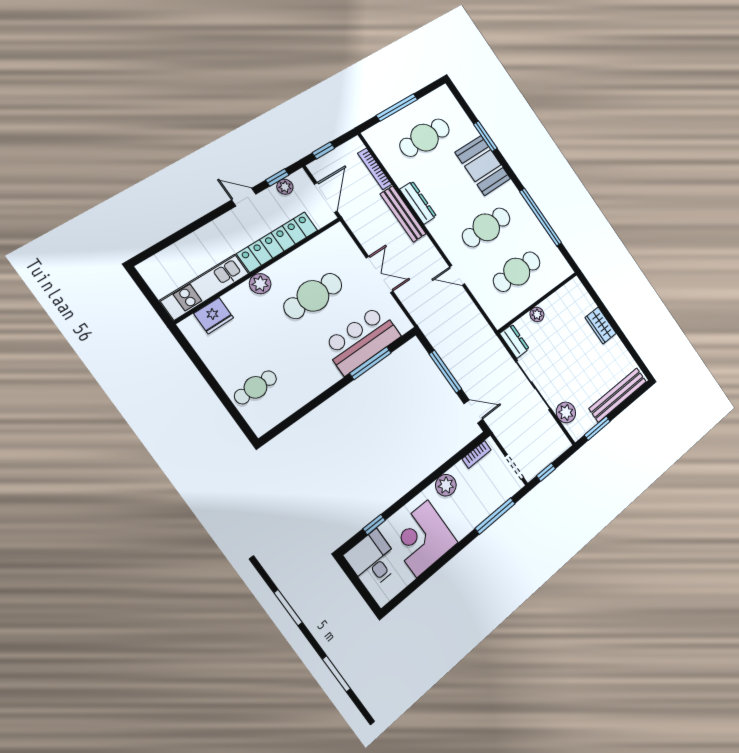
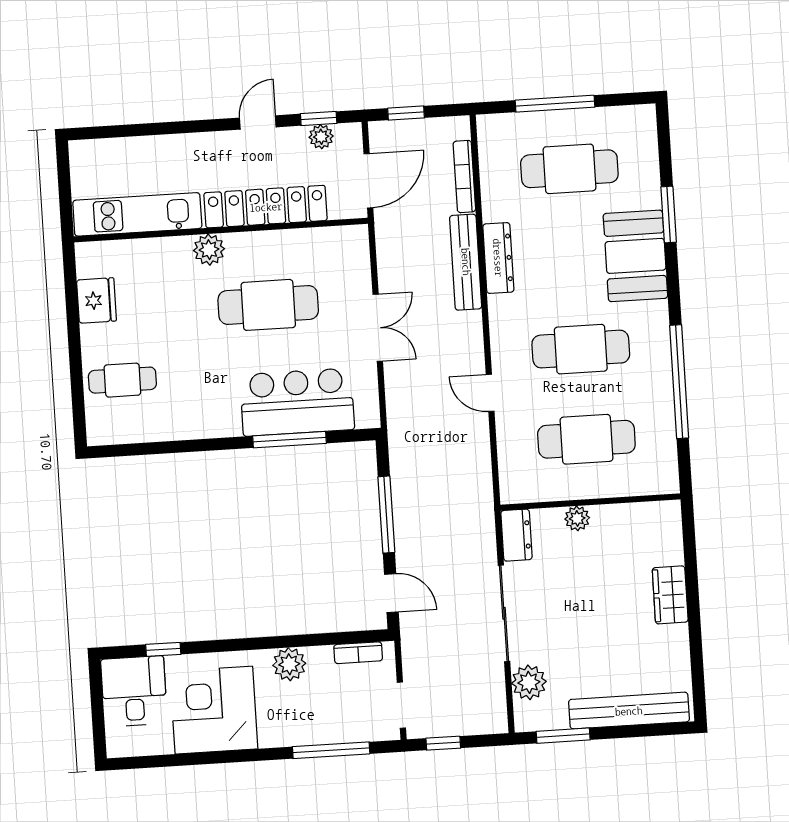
door: (244, 197) -> (258, 122), hinge flipped
fridge: (214, 316) -> (96, 300), moved, turned -90

